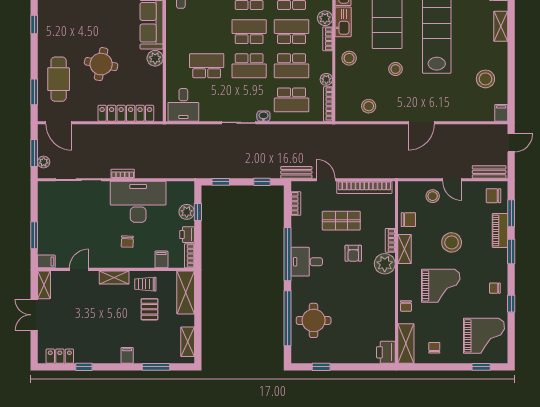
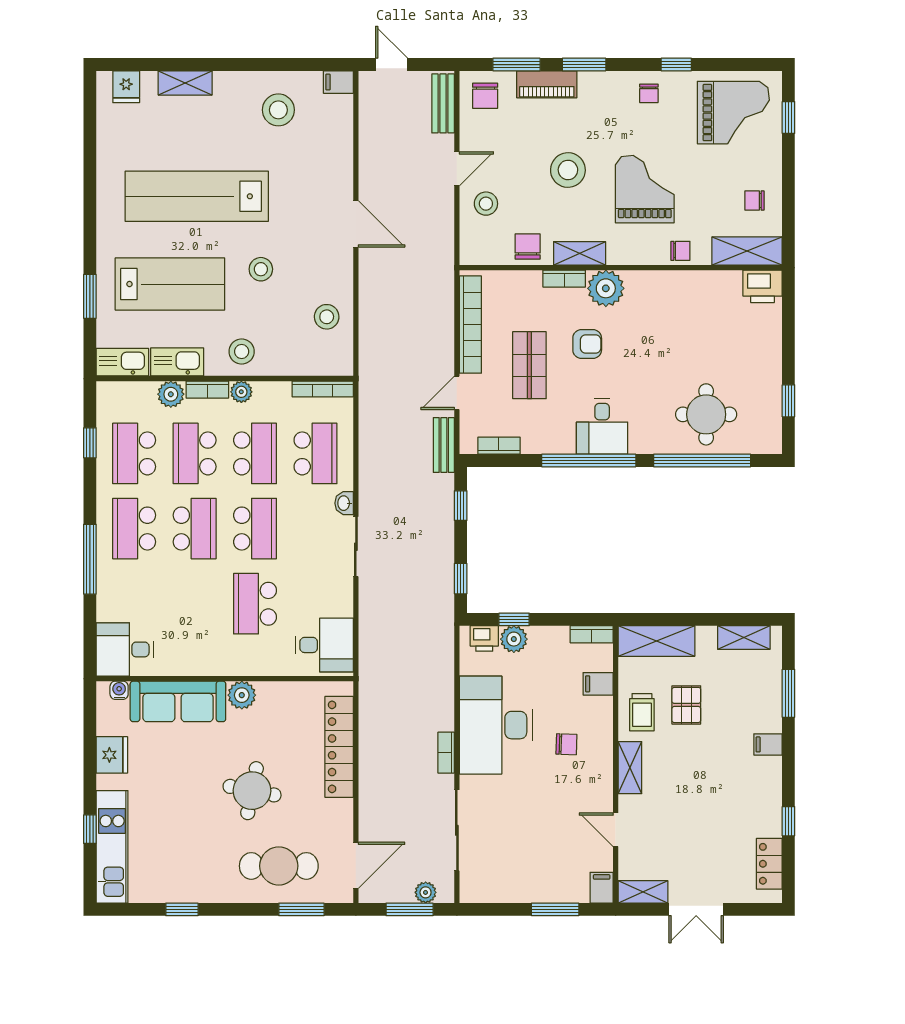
school desk: (249, 32) -> (195, 529), turned 180
plant: (326, 79) -> (241, 392), moved
printer: (187, 235) -> (484, 638), moved
pallet: (149, 309) -> (686, 705), turned 90
grand piano: (484, 336) -> (733, 113), turned 90

